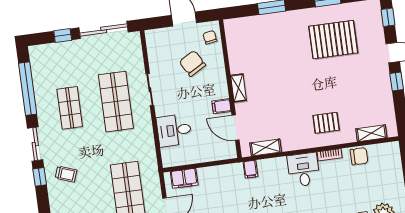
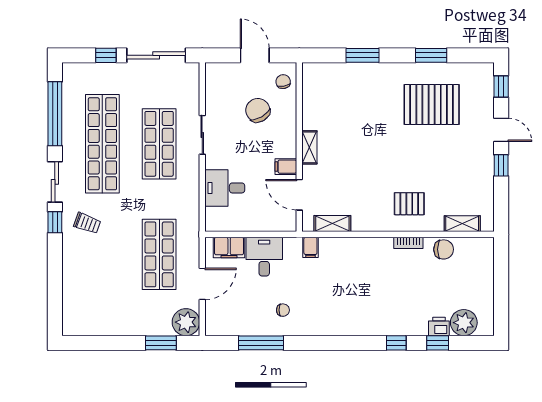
shop shelf: (70, 108) -> (102, 144), width x2.00, depth x1.36
desk: (303, 170) -> (264, 257), moved

